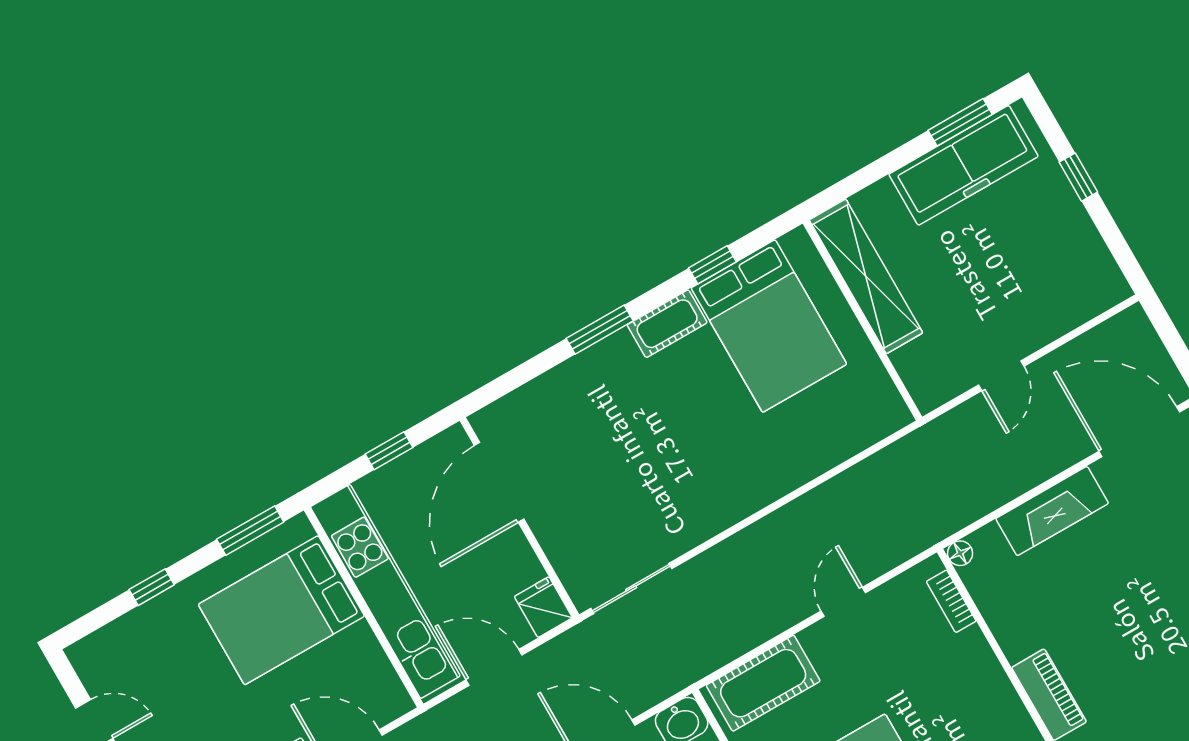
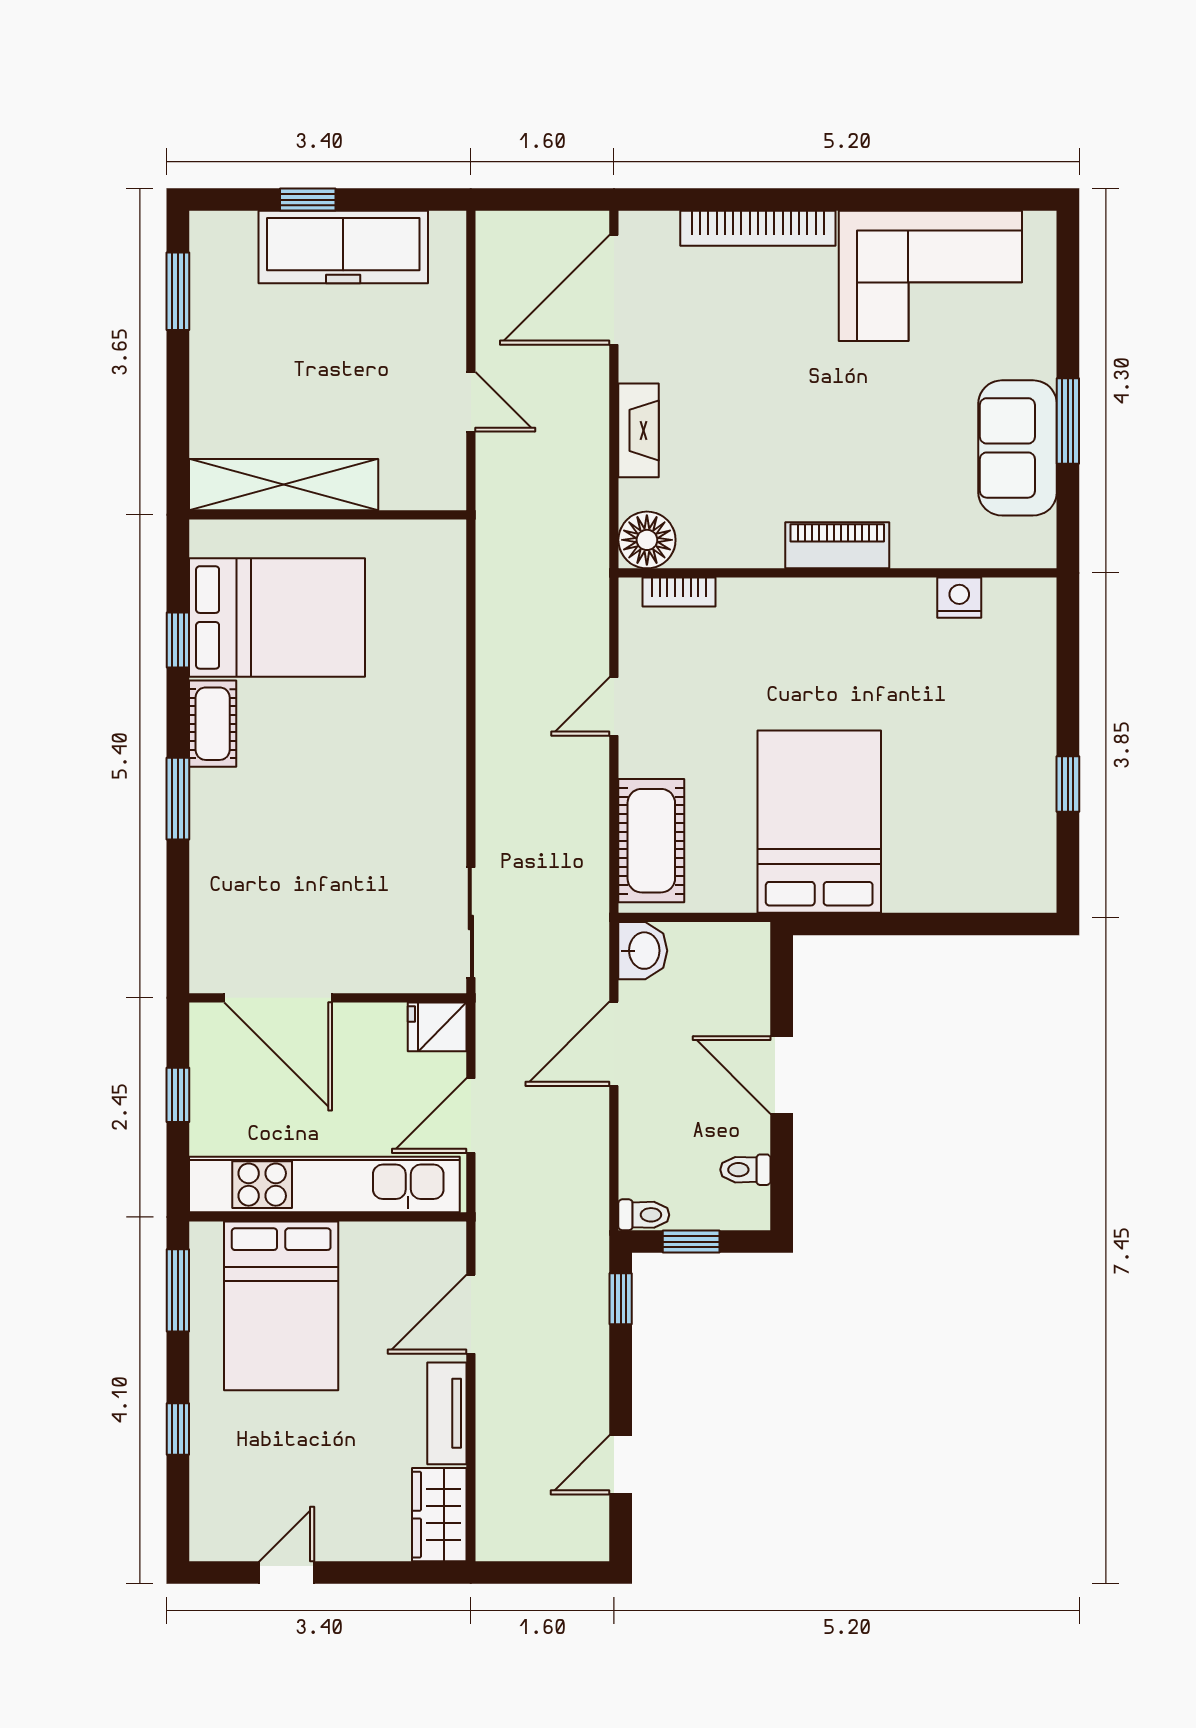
freezer: (964, 165) -> (343, 247), moved, turned 90
fireplace: (1052, 511) -> (639, 430), width x0.73, depth x0.76
floor lamp: (960, 553) -> (647, 540), width x1.89, depth x1.89
door: (843, 602) -> (614, 707), hinge flipped

